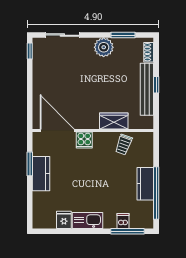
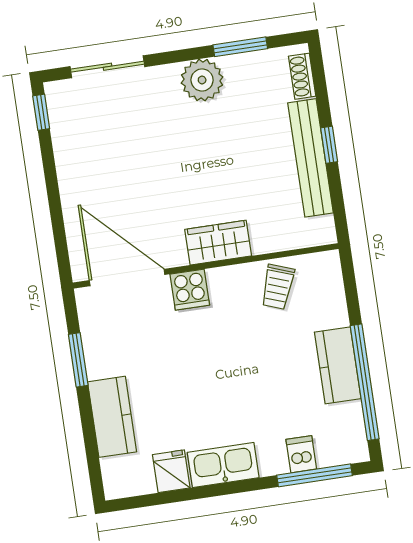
wardrobe: (114, 121) -> (218, 243), moved
kitchen counter: (41, 174) -> (112, 417), moved

